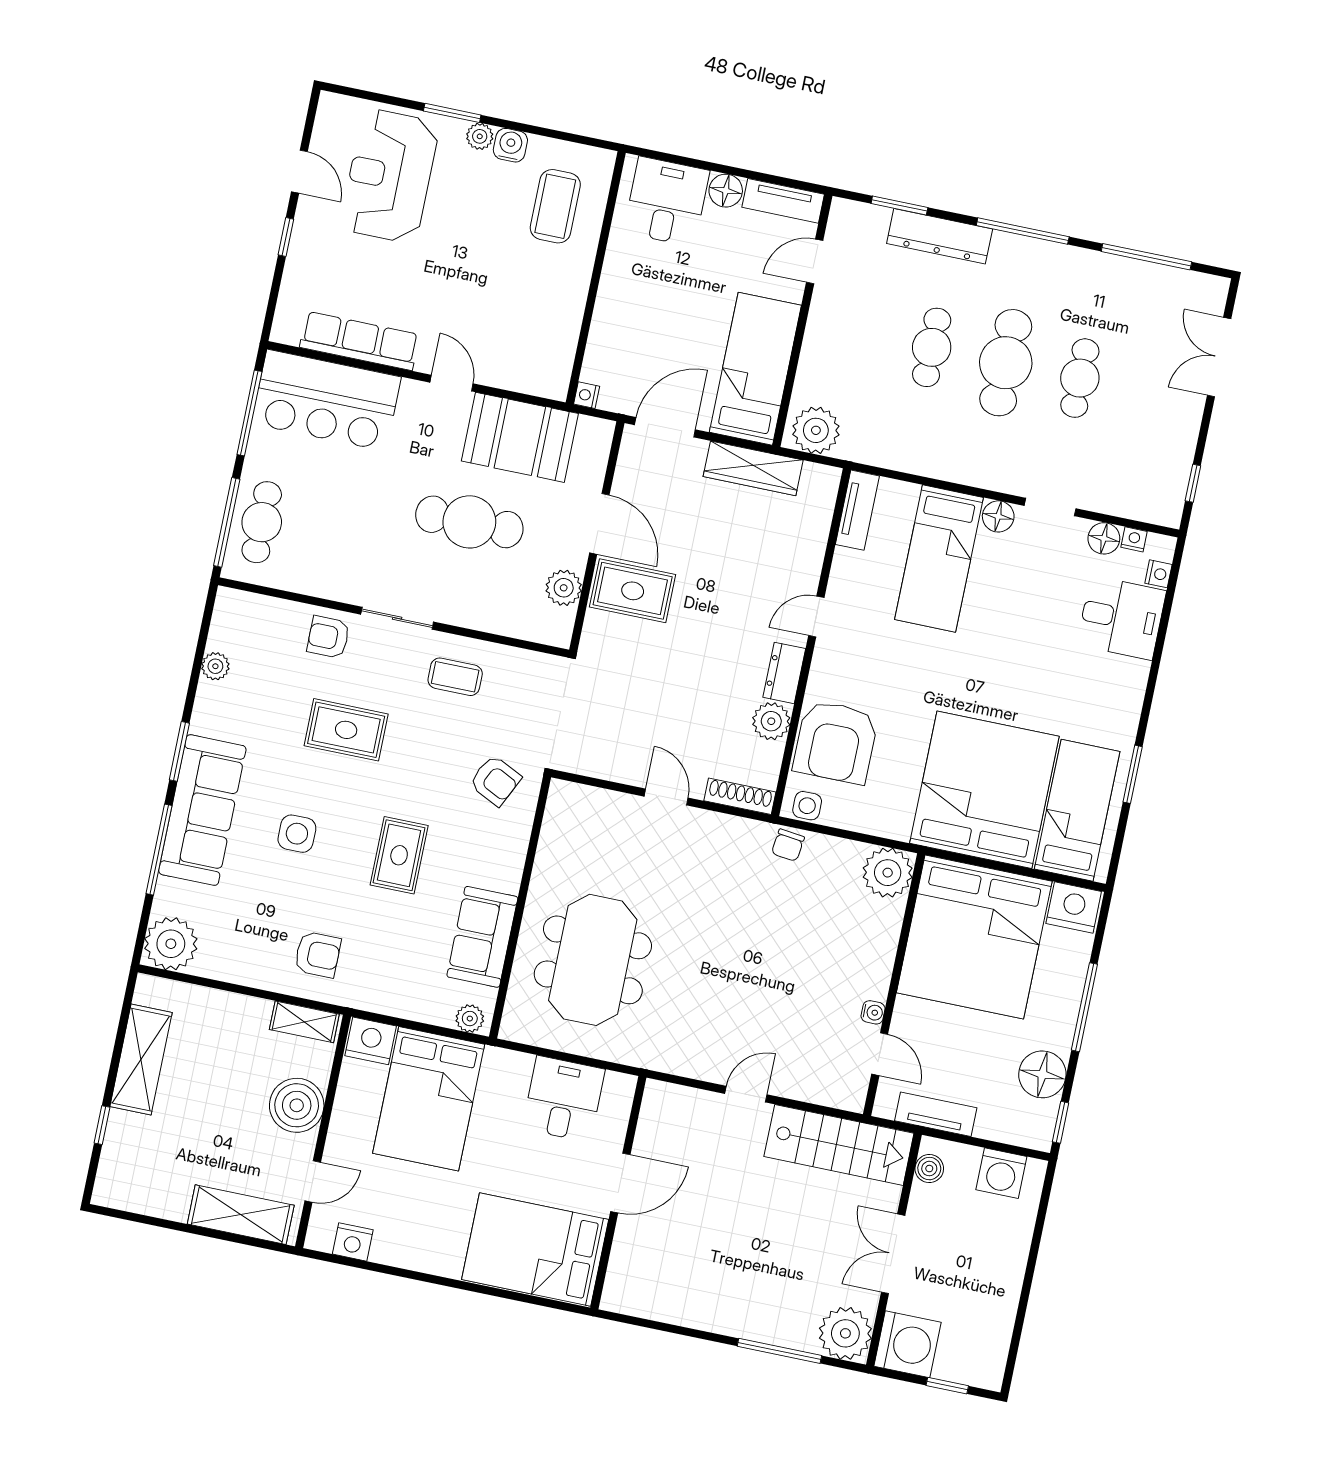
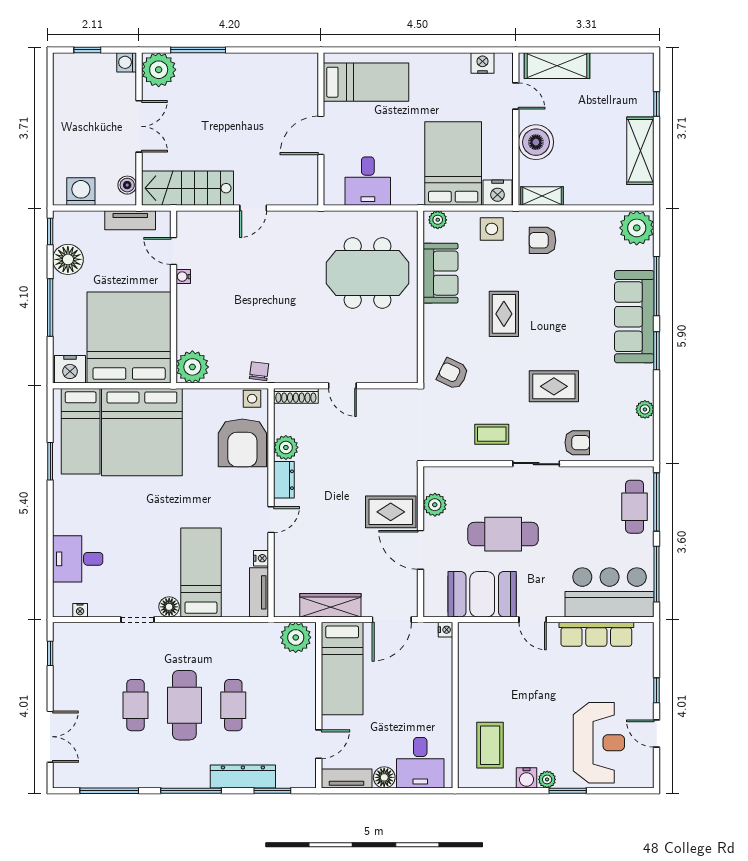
floor lamp: (1104, 538) -> (99, 607), removed
nightstand: (1158, 574) -> (261, 558), moved, turned 180
armchair: (836, 742) -> (242, 443), turned 180
side table: (297, 834) -> (492, 229), moved
meeting table: (593, 960) -> (367, 273), turned 90
door: (313, 1182) -> (516, 96), swing flipped
bed: (535, 1249) -> (366, 82), width x0.67
washing machine: (908, 1344) -> (127, 62), width x0.53, depth x0.53

